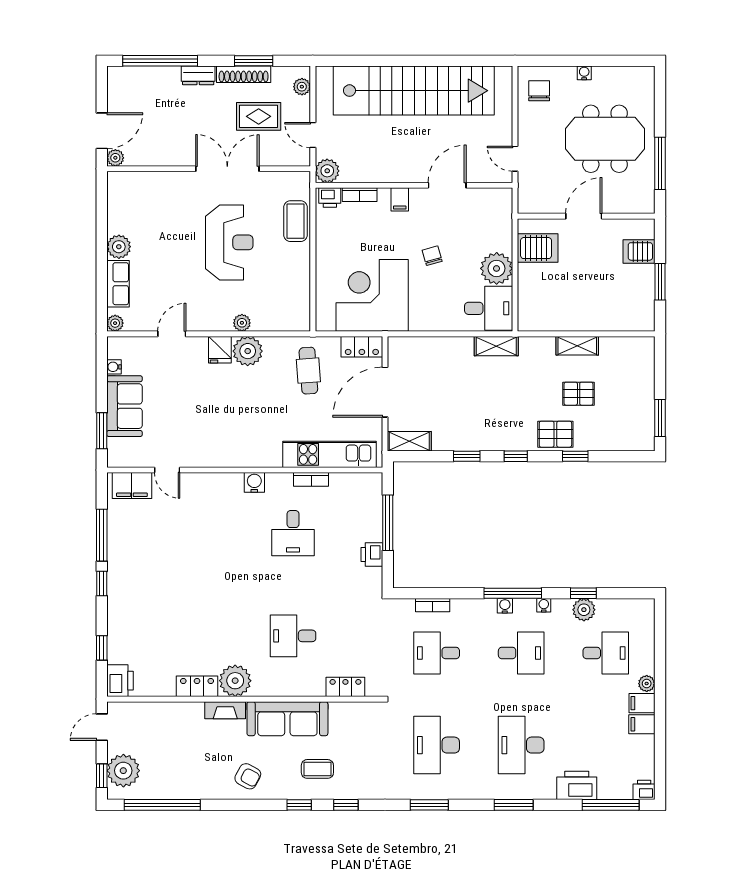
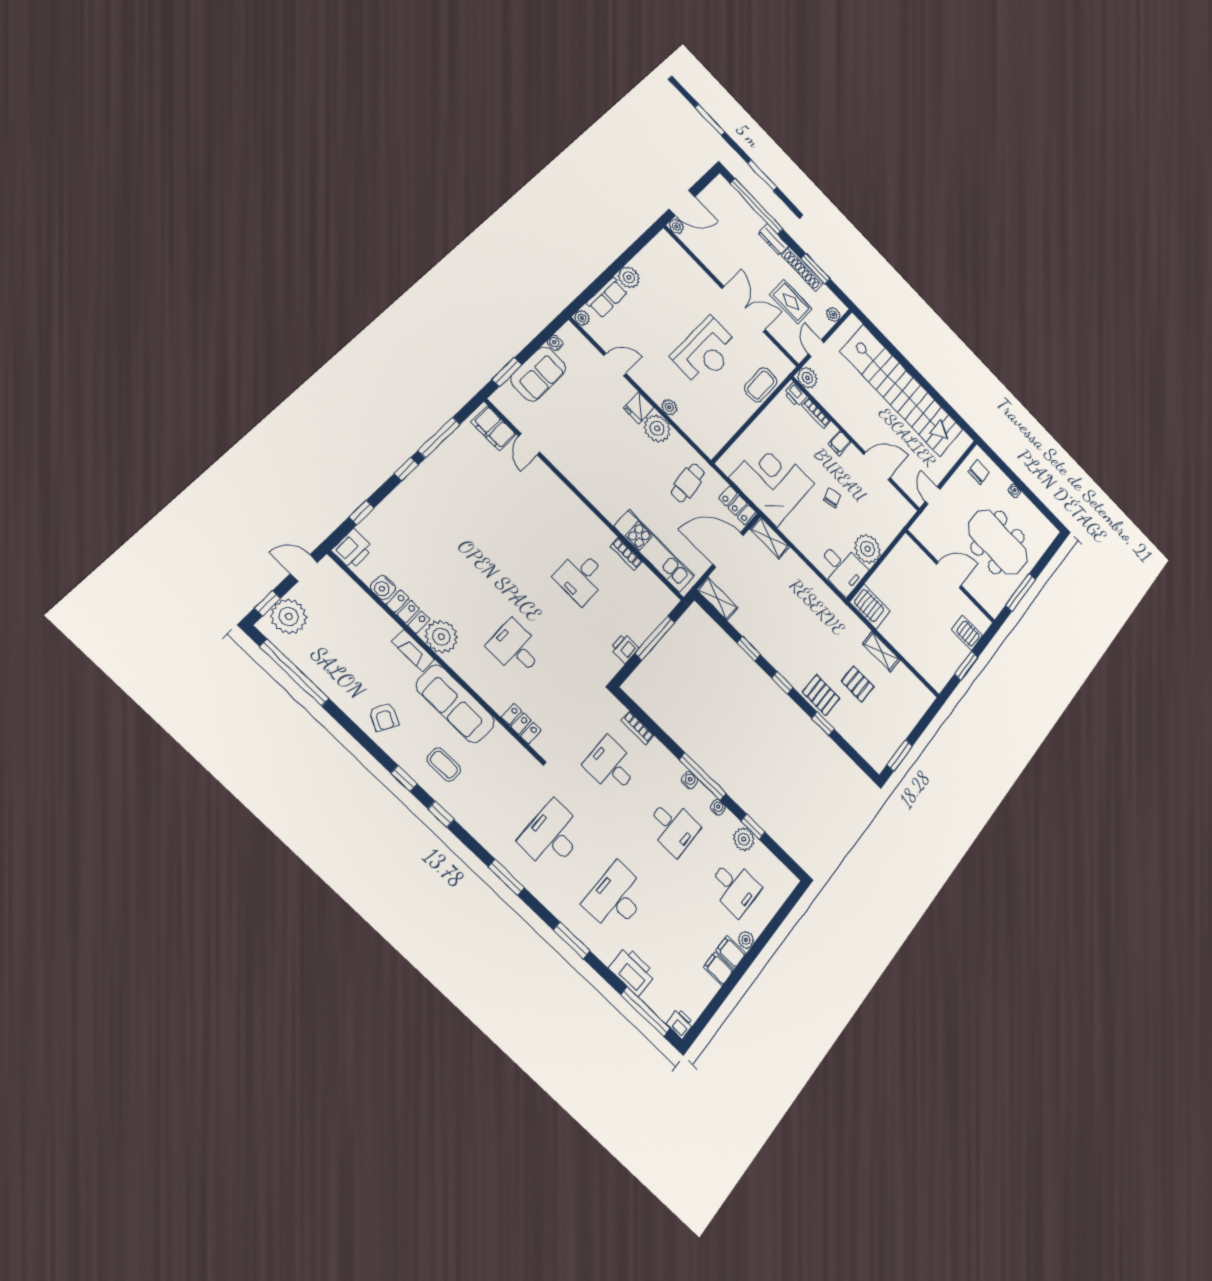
server rack: (538, 248) -> (870, 607), moved
shelving: (496, 346) -> (770, 538), moved
water cooler: (254, 482) -> (383, 588), moved, turned 180

